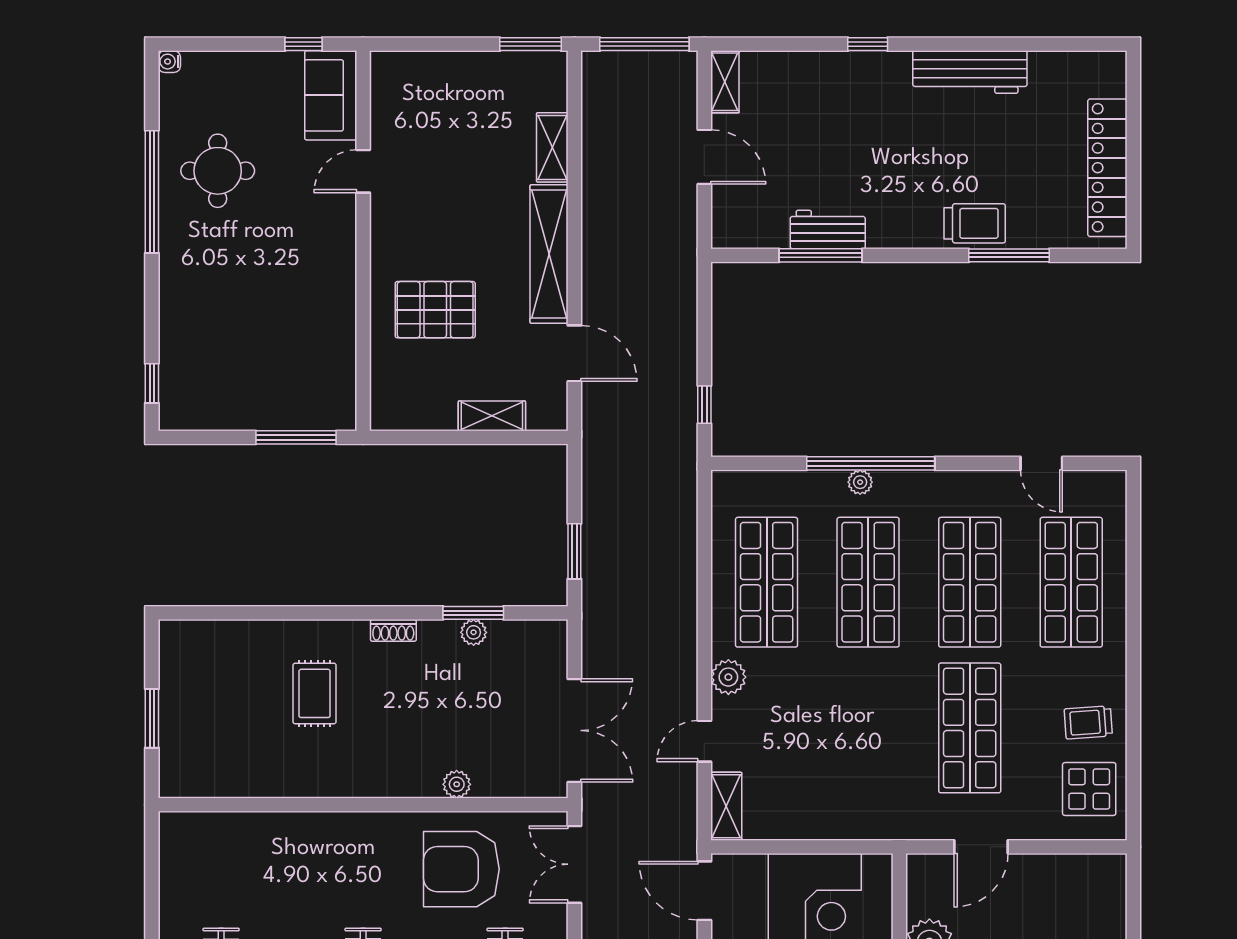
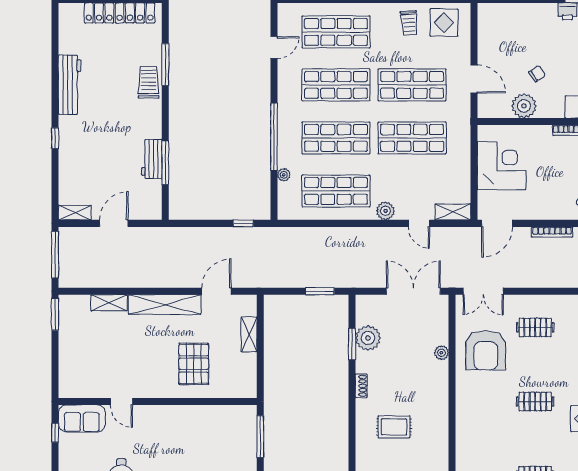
plant: (860, 482) -> (284, 175), moved
plant: (474, 632) -> (368, 338), width x1.87, depth x1.87
shop shelf: (868, 728) -> (412, 138), added

